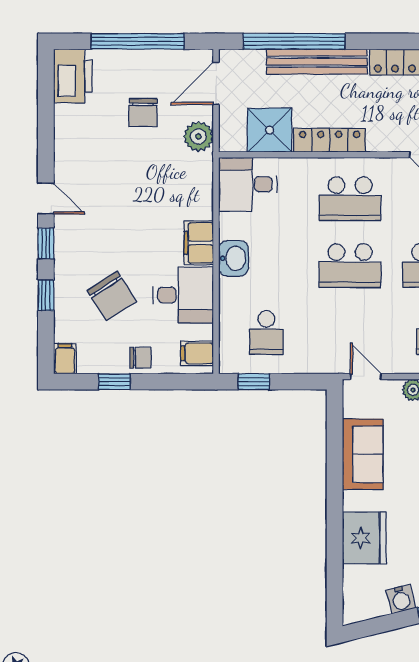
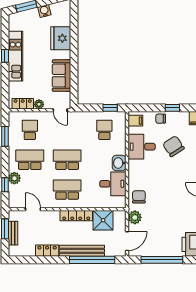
chair: (143, 113) -> (139, 197), moved
desk: (248, 184) -> (113, 184), moved
filing cabinet: (199, 243) -> (135, 170), removed

